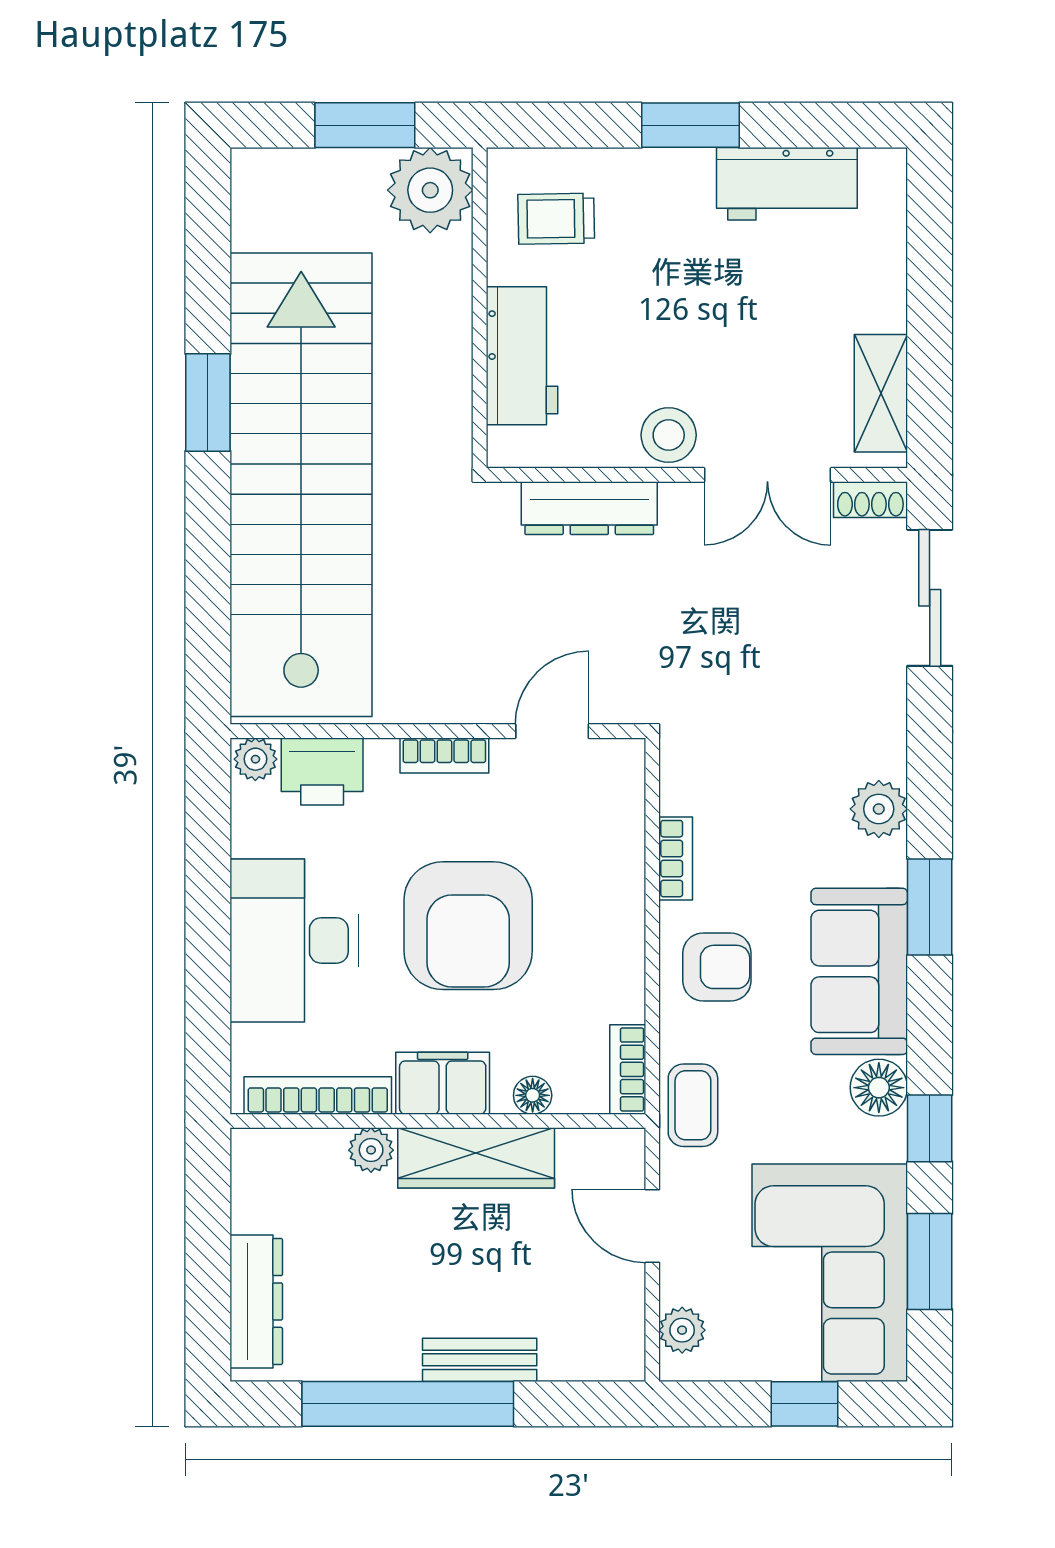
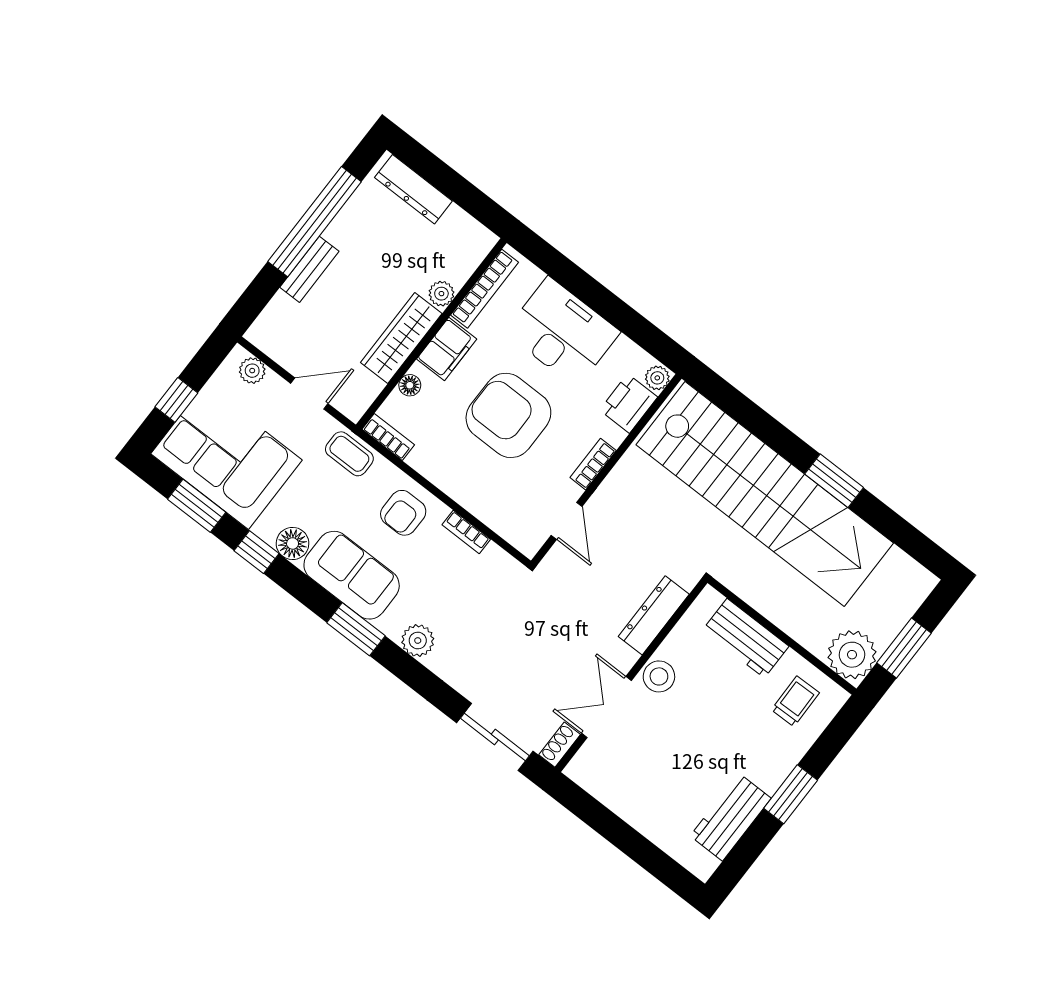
shelving: (881, 393) -> (604, 786), removed

